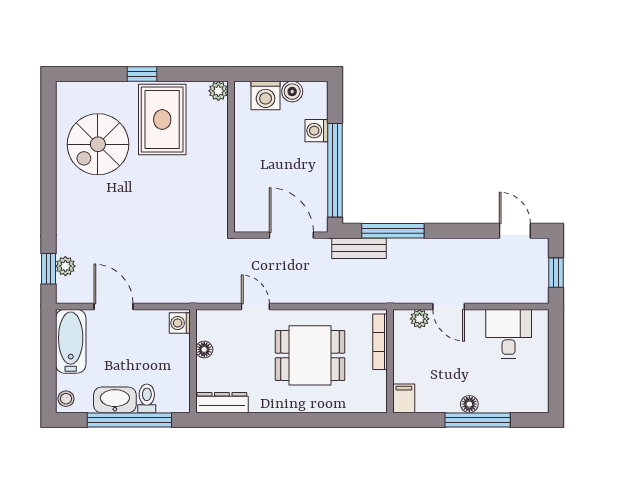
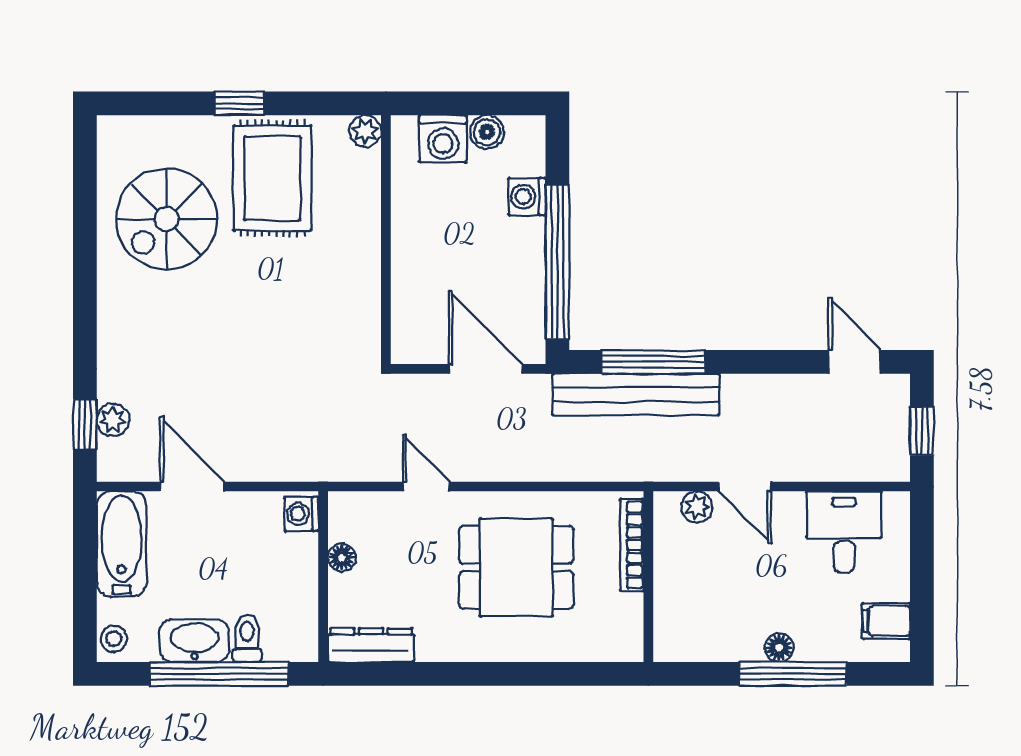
bench: (359, 248) -> (636, 394), width x1.86, depth x1.21
filing cabinet: (404, 398) -> (886, 621), moved, turned -90

